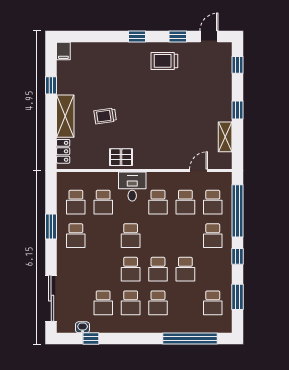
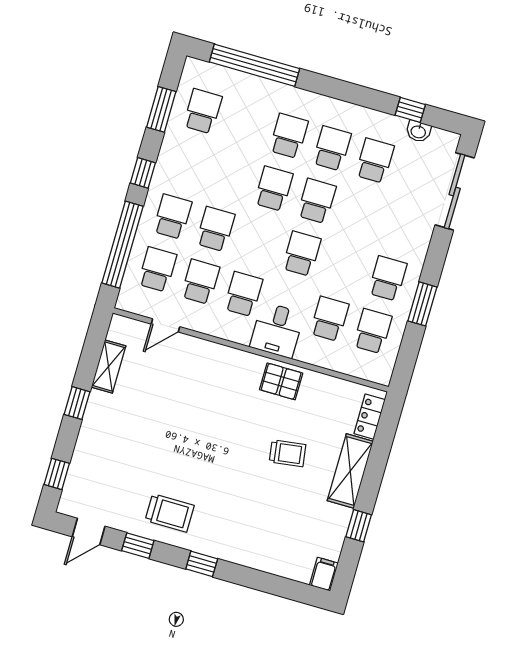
school desk: (185, 269) -> (215, 229), moved

